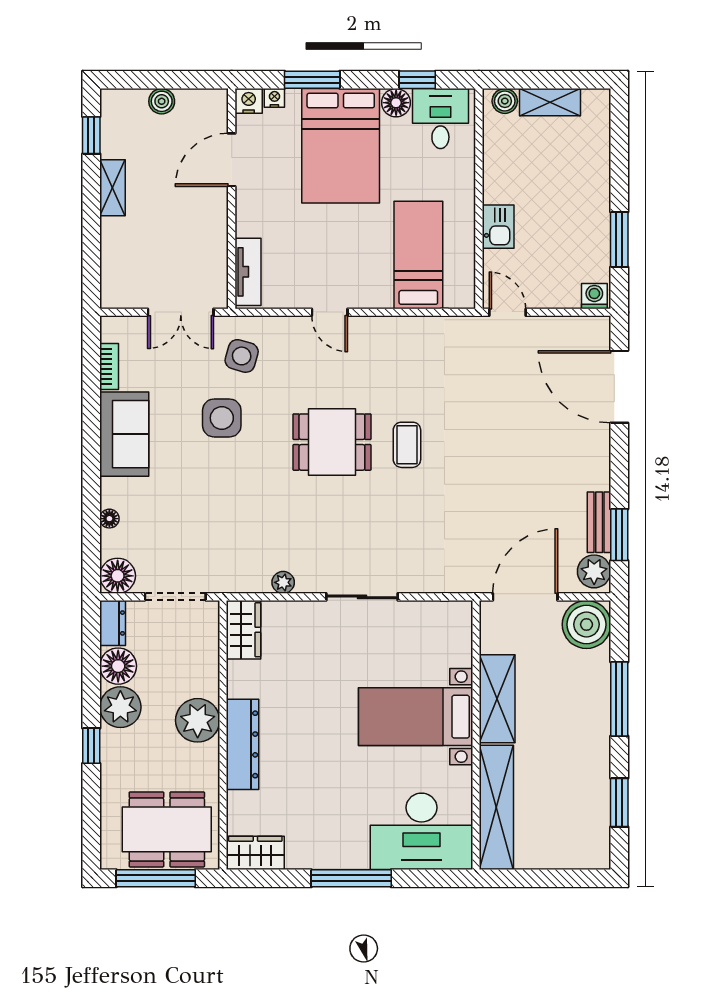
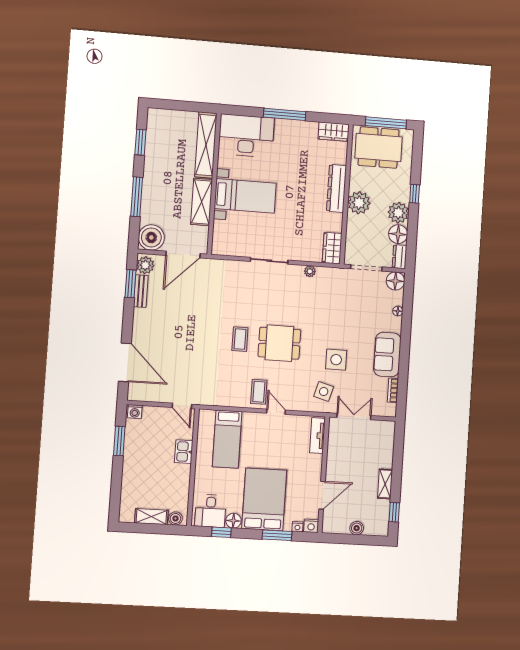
coffee table: (365, 348) -> (259, 392), added

